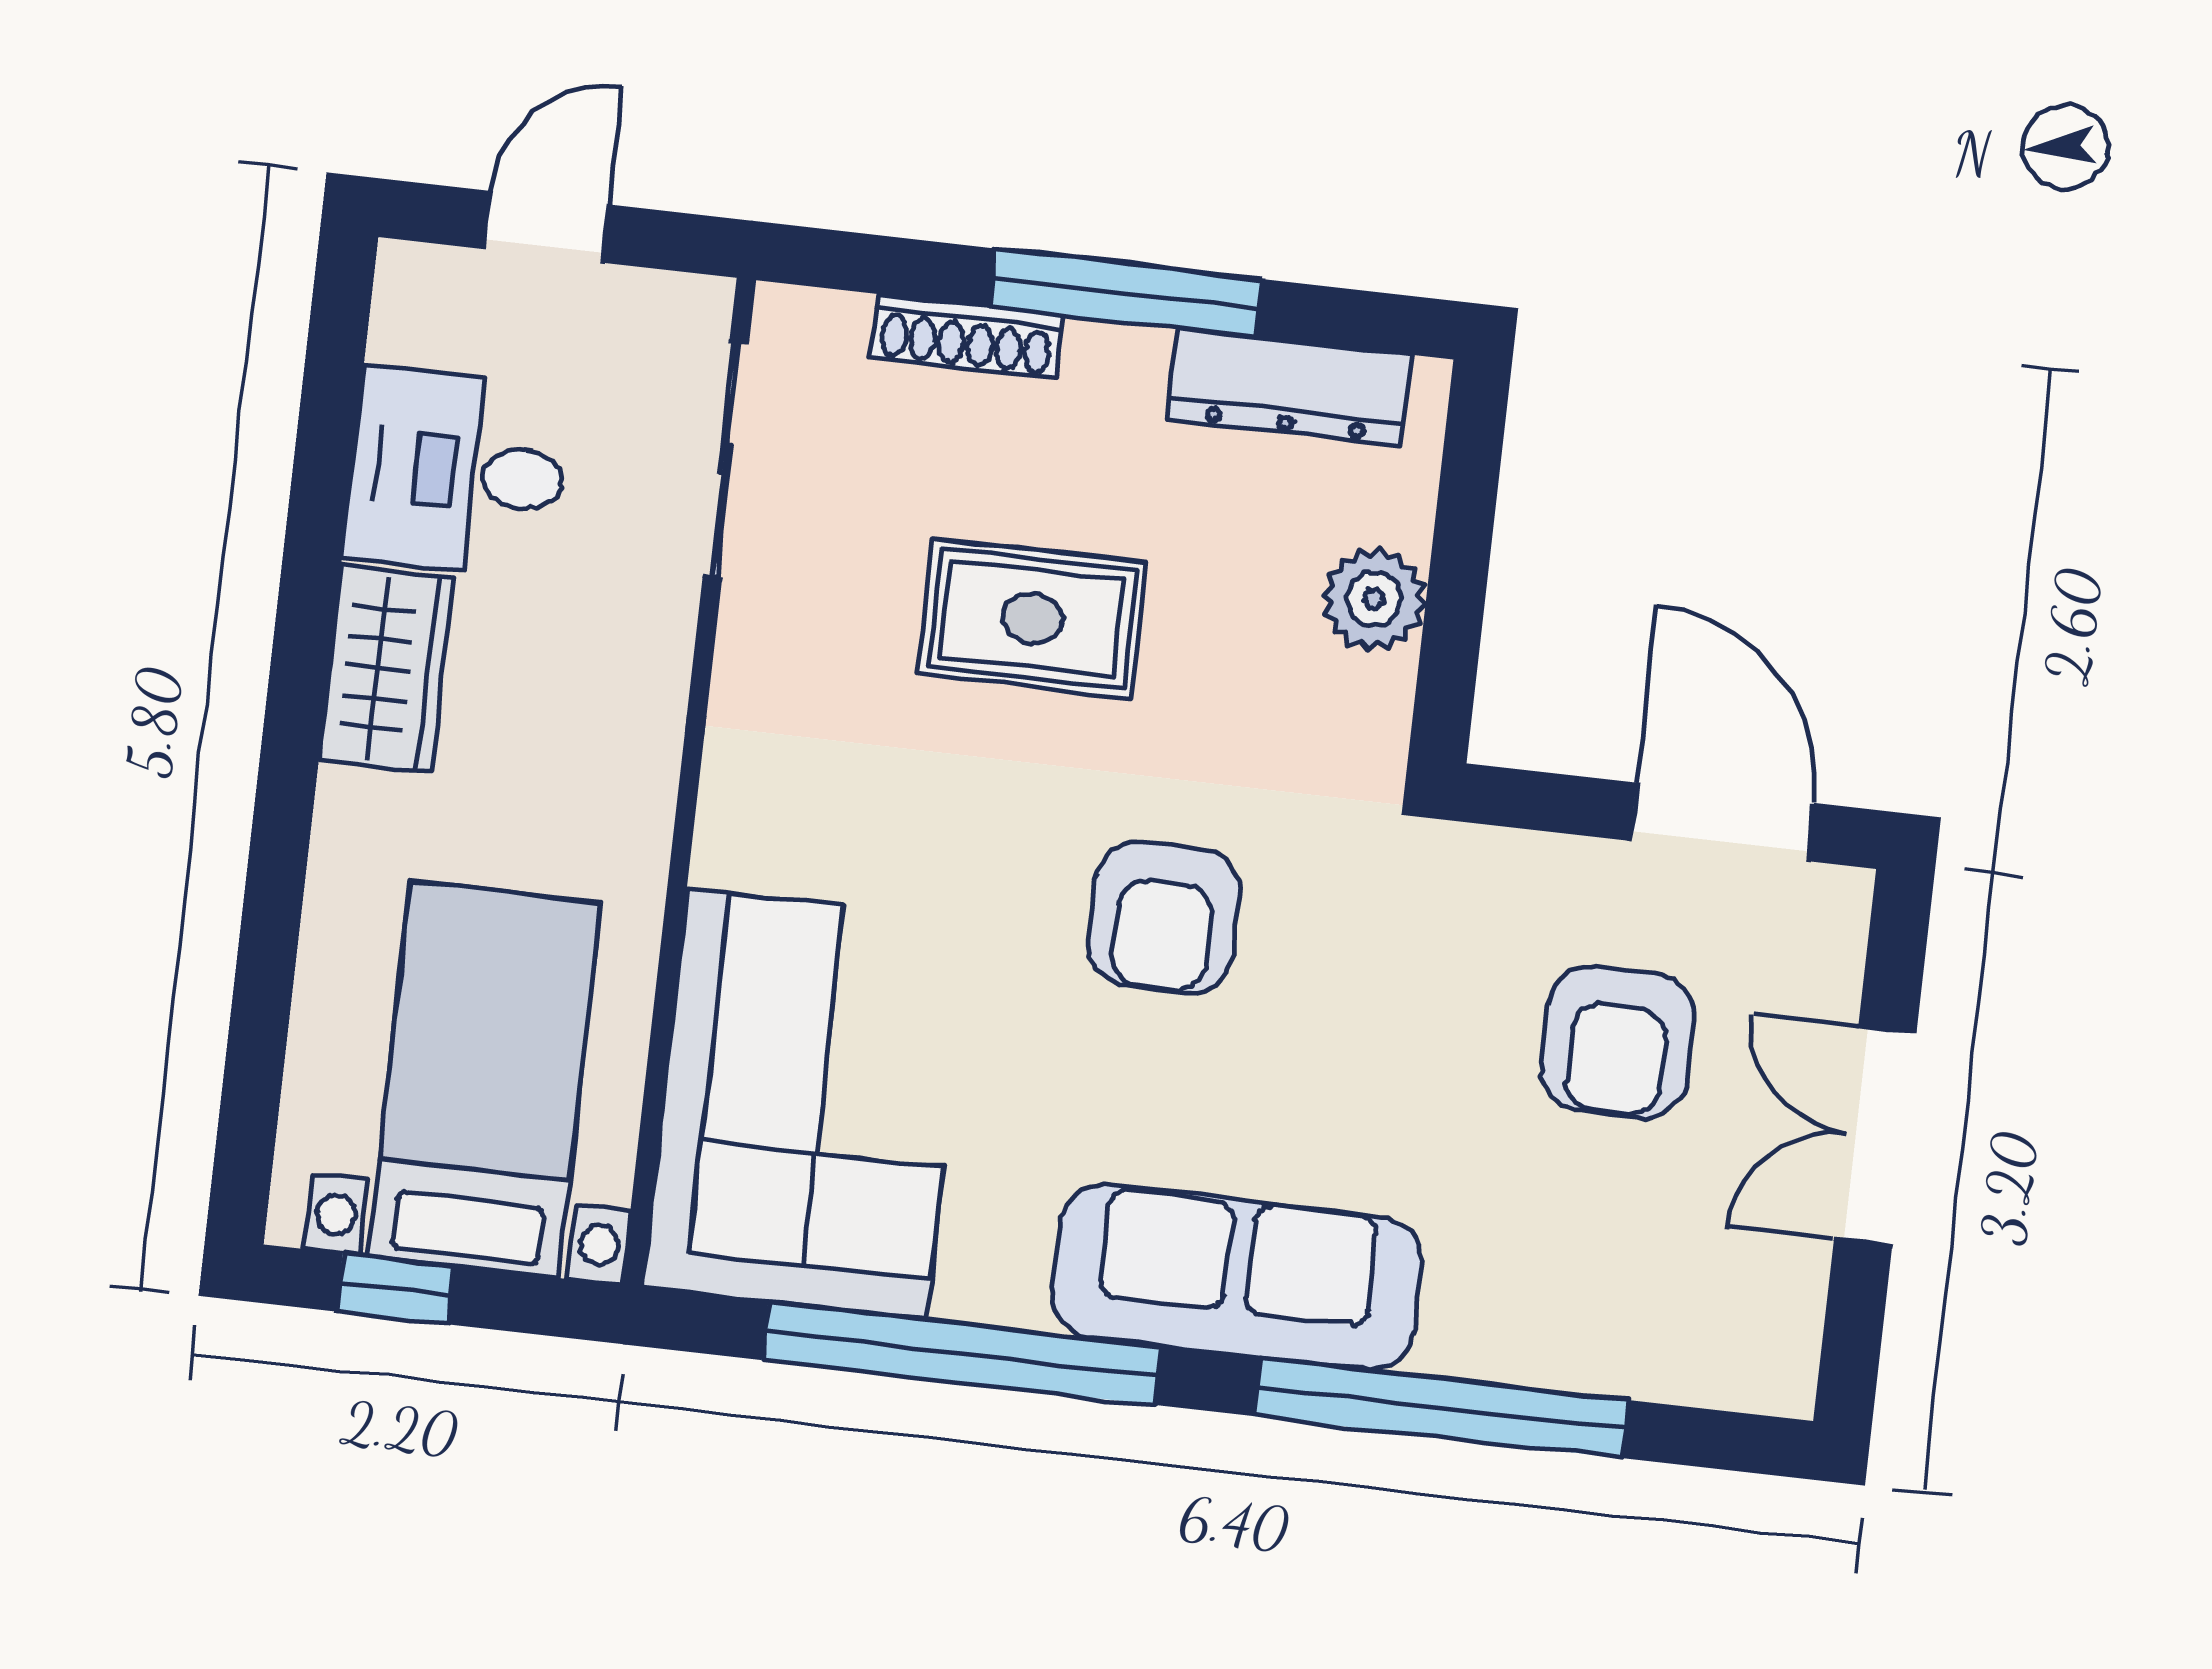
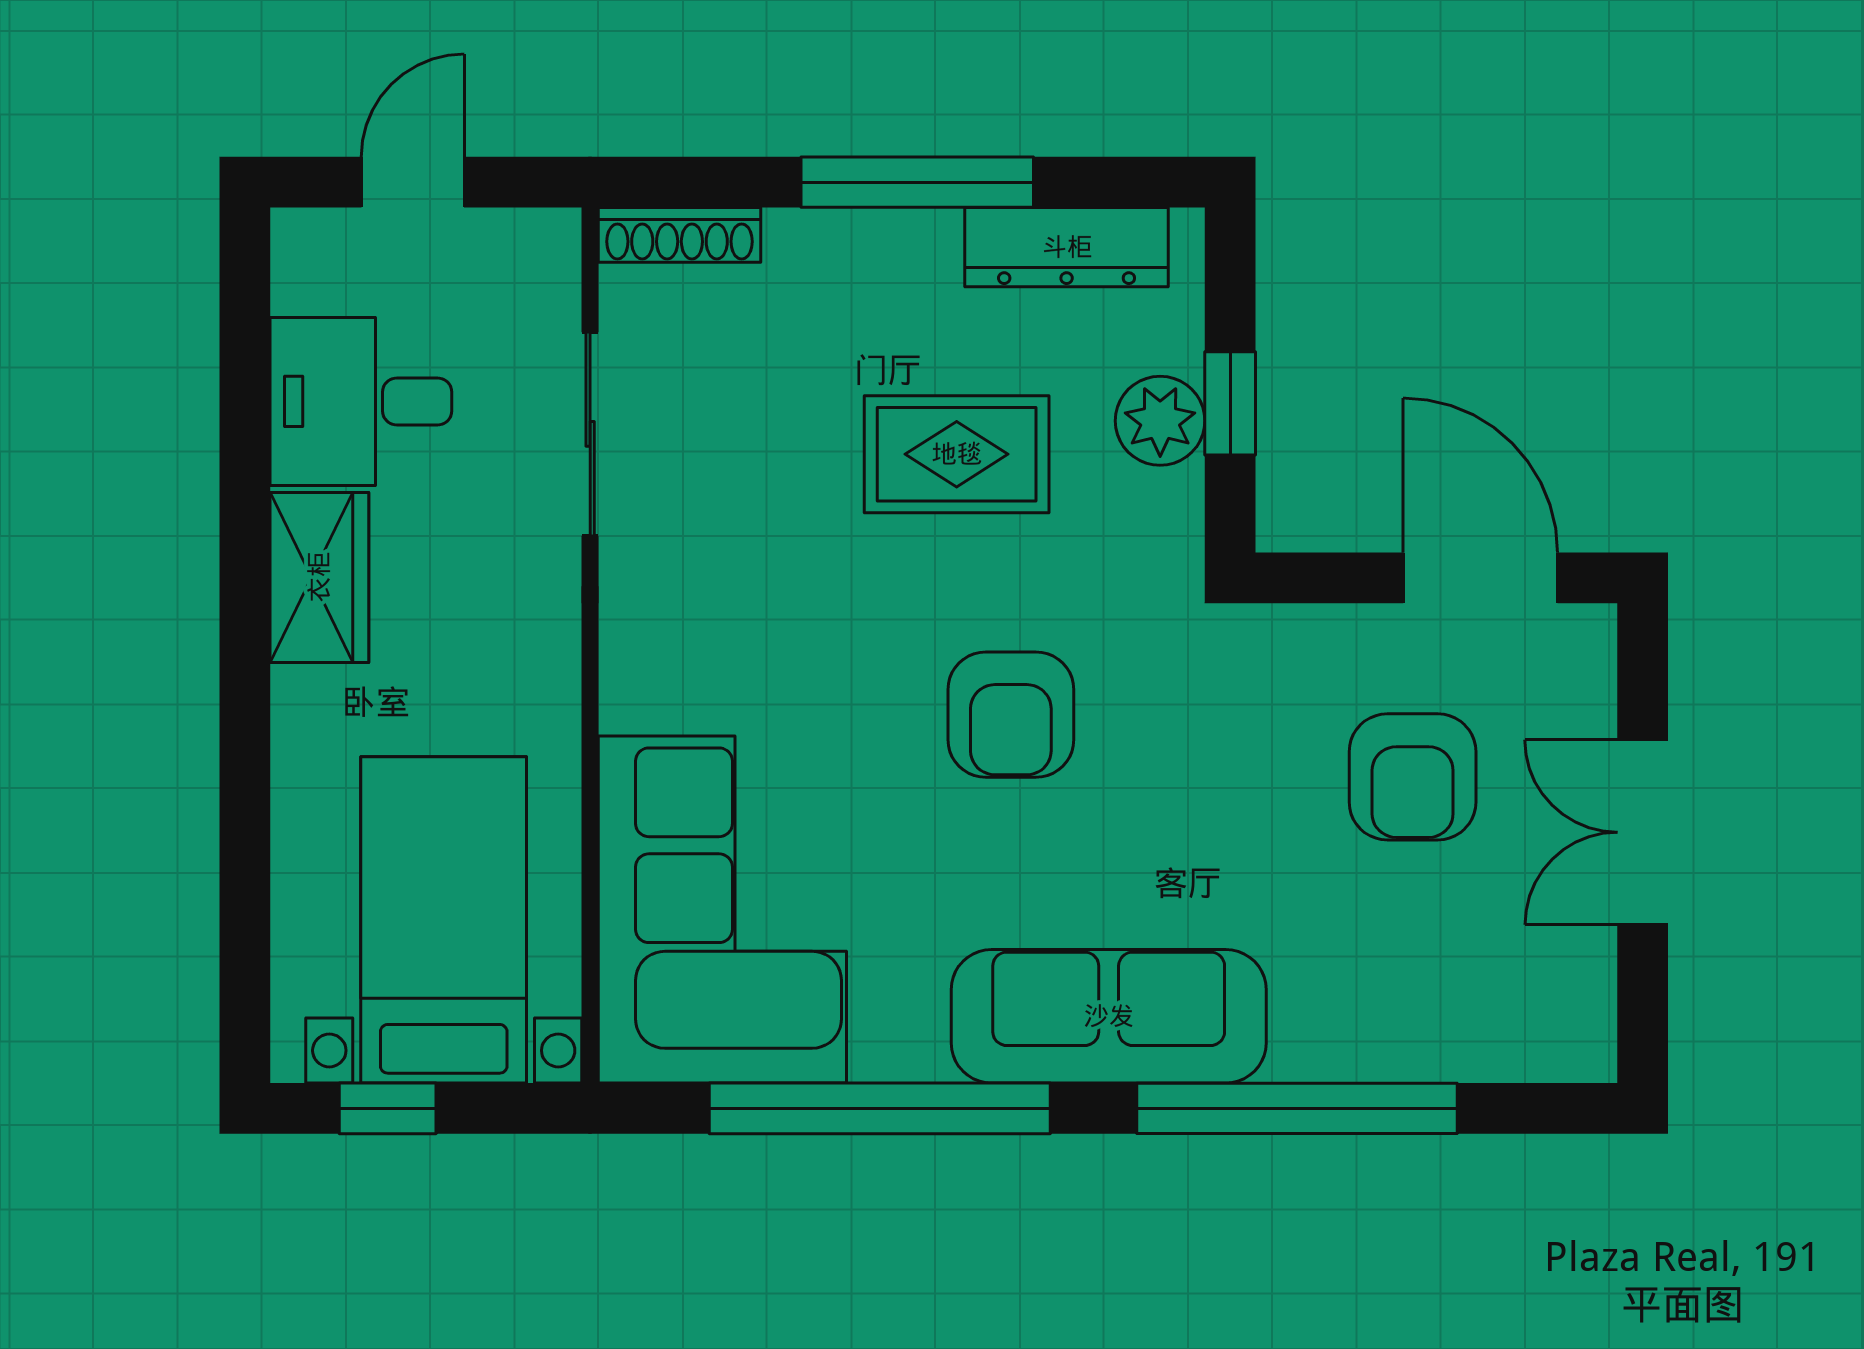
shoe rack: (966, 336) -> (680, 235), moved
sliding door: (726, 460) -> (590, 434), moved
window: (1457, 588) -> (1230, 403), added
rug: (1032, 618) -> (957, 454), moved

